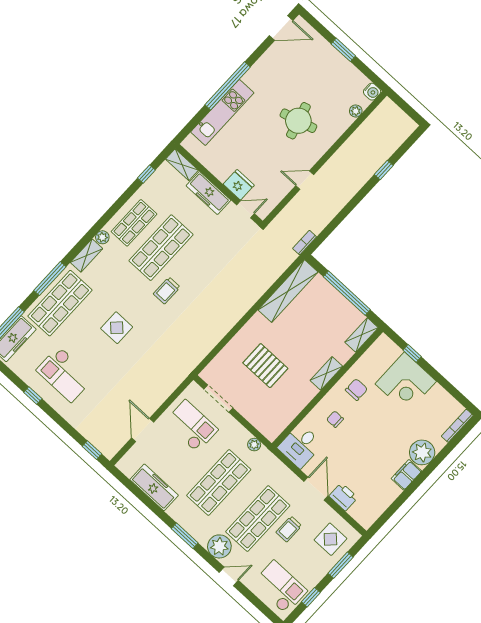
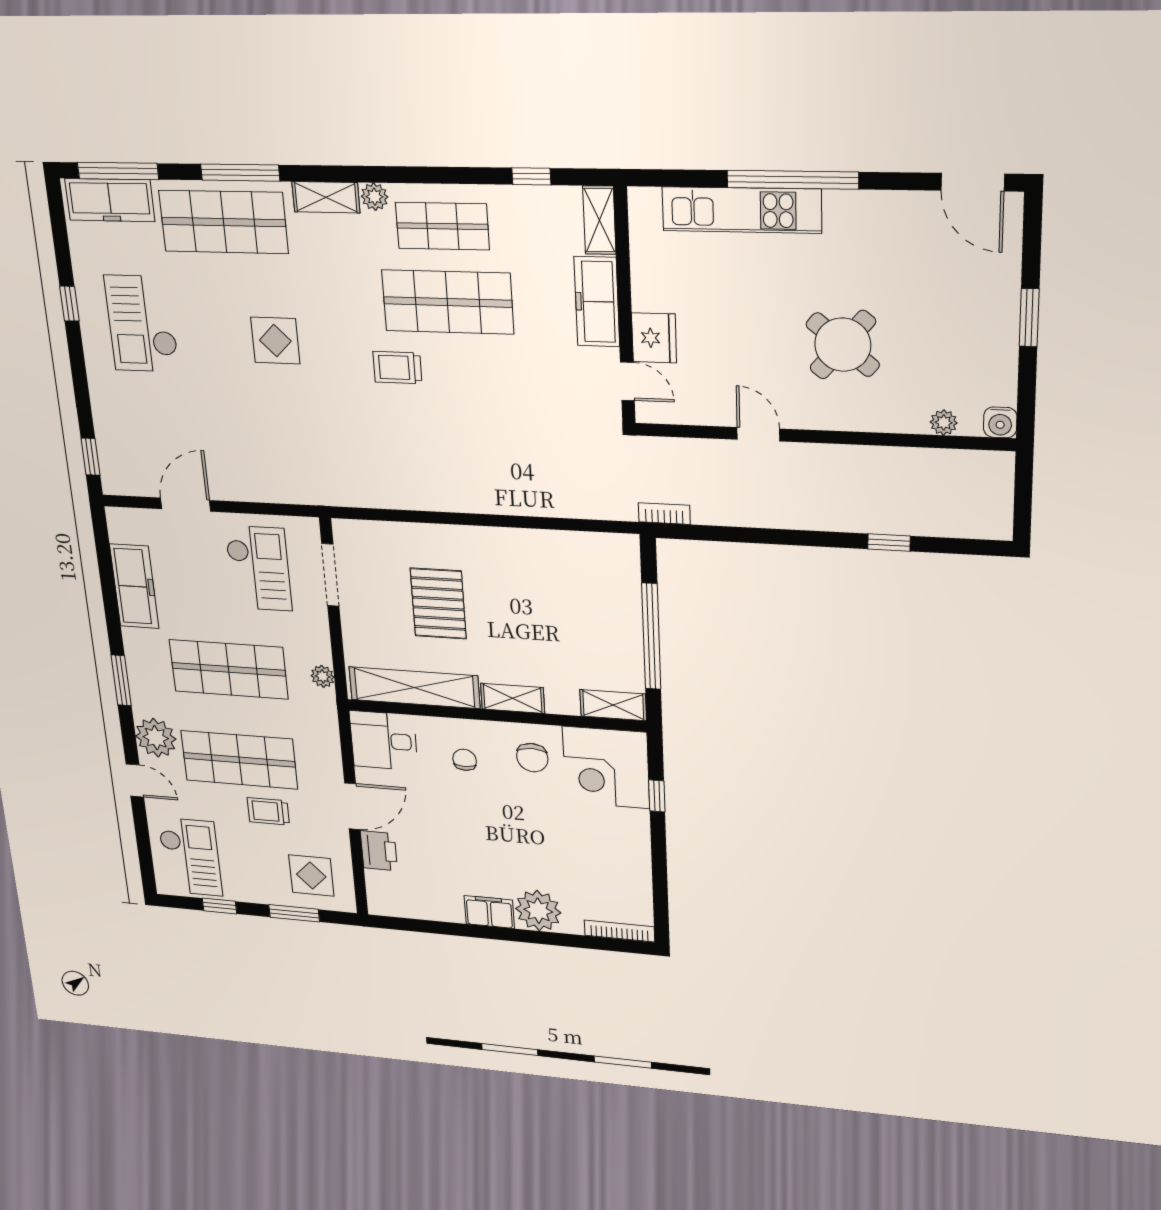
round table: (298, 121) -> (843, 345), turned -34
shelving: (288, 291) -> (414, 688), moved
corner desk: (406, 383) -> (606, 768), moved
chair: (356, 390) -> (532, 758), turned 90

